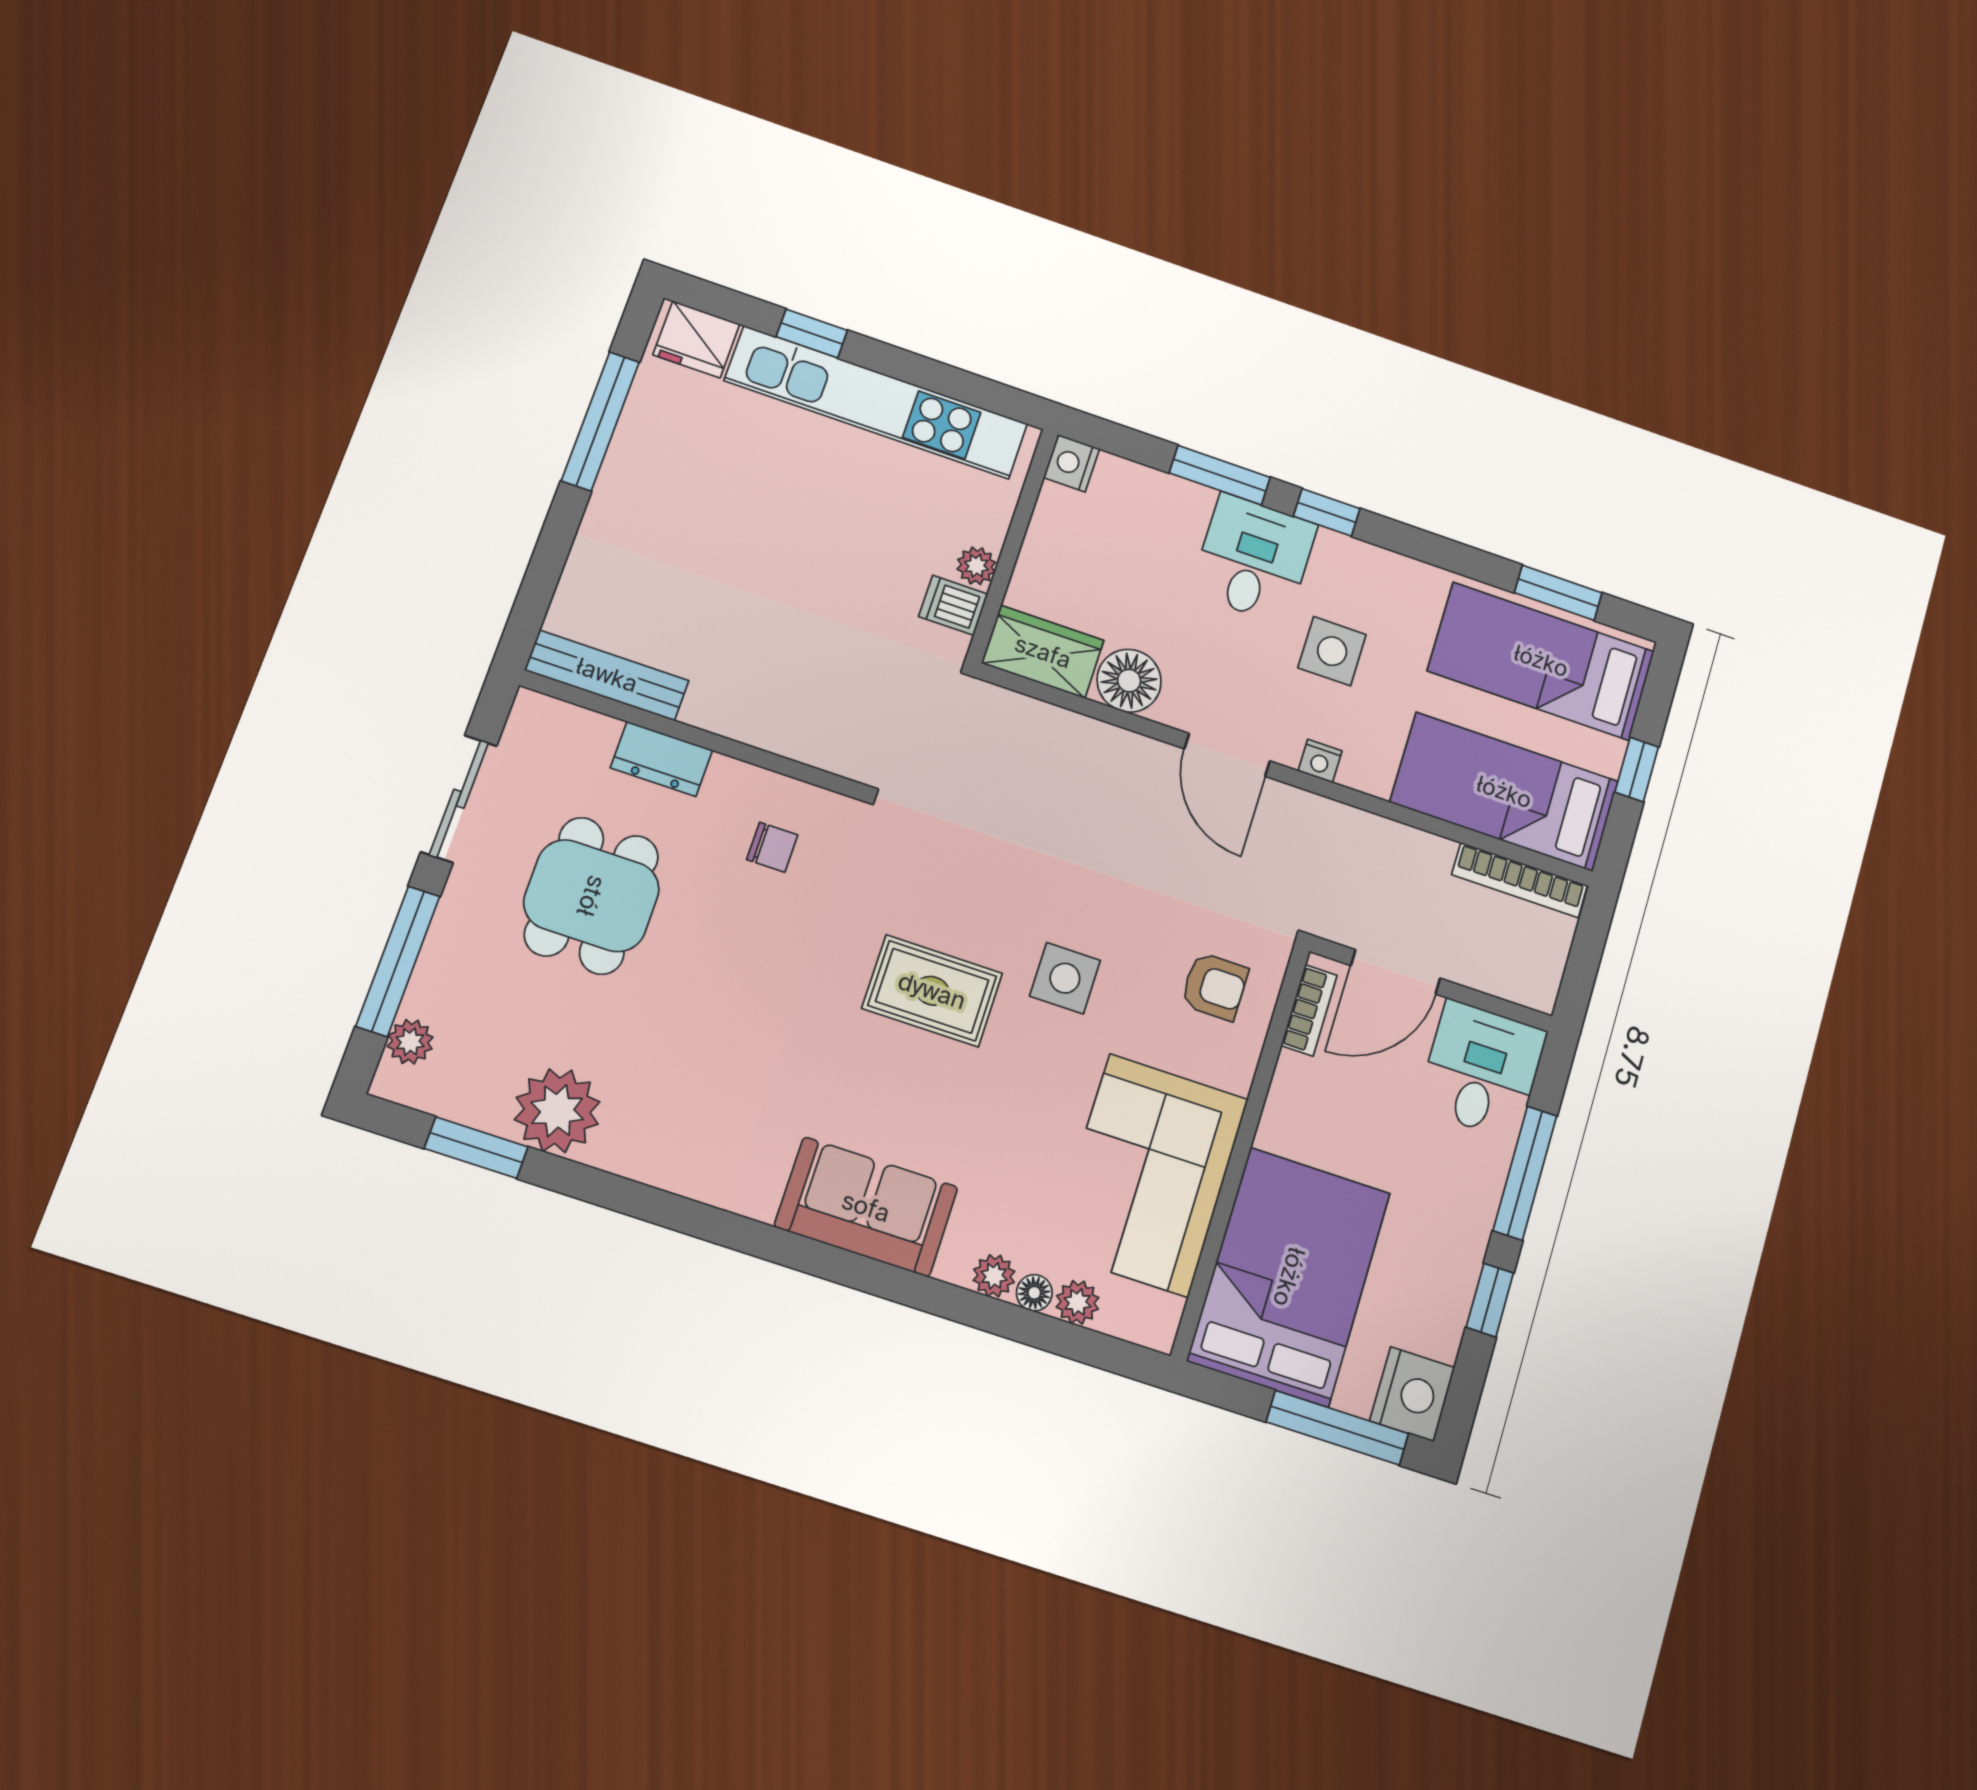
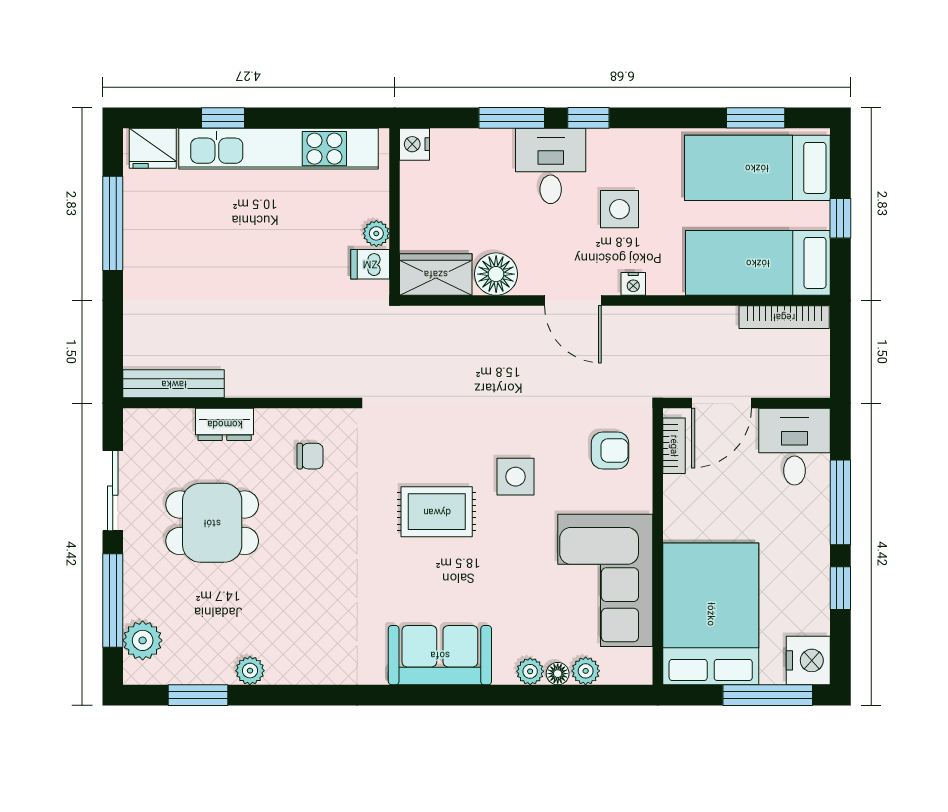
dining table: (591, 896) -> (212, 523), turned 90
plant: (410, 1042) -> (143, 640), width x1.38, depth x1.38
plant: (557, 1111) -> (250, 671), width x0.53, depth x0.53

